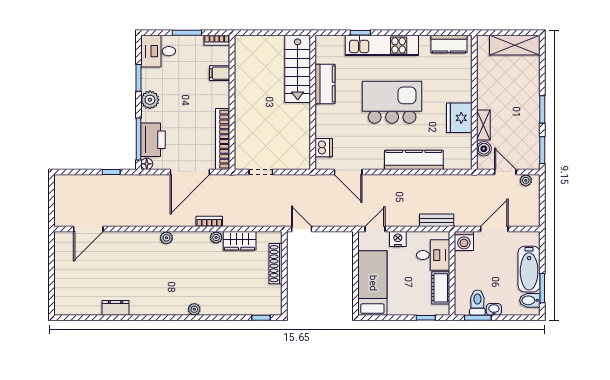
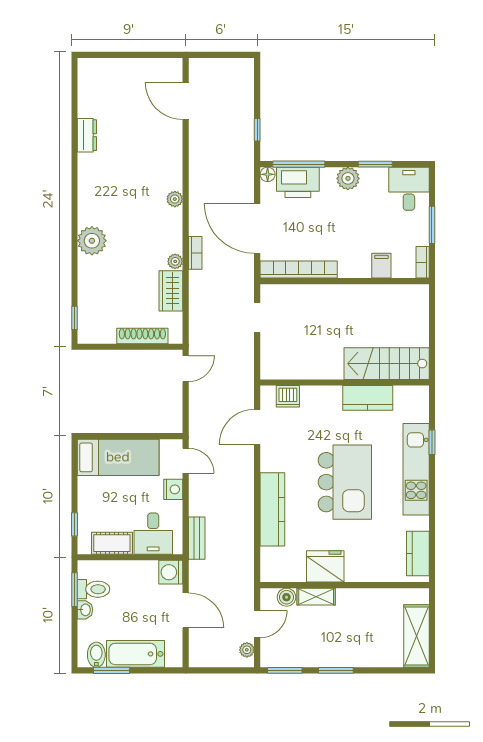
plant: (194, 309) -> (92, 241), width x1.88, depth x1.88

